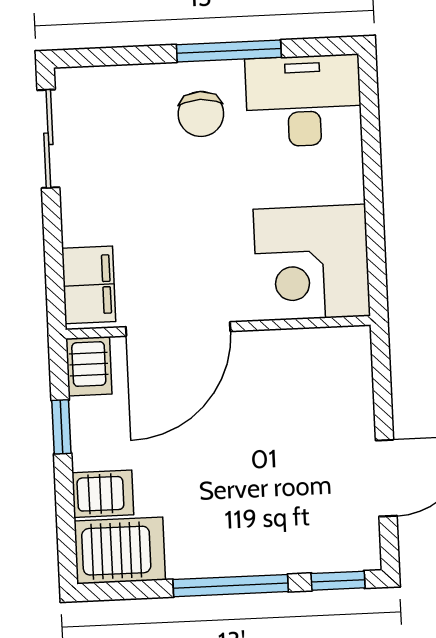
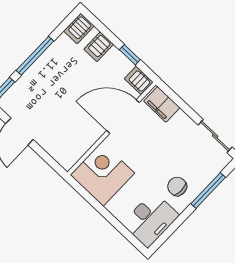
window: (229, 51) -> (208, 191), moved
door: (178, 329) -> (123, 117), hinge flipped
server rack: (120, 550) -> (79, 28), width x0.73, depth x0.70

